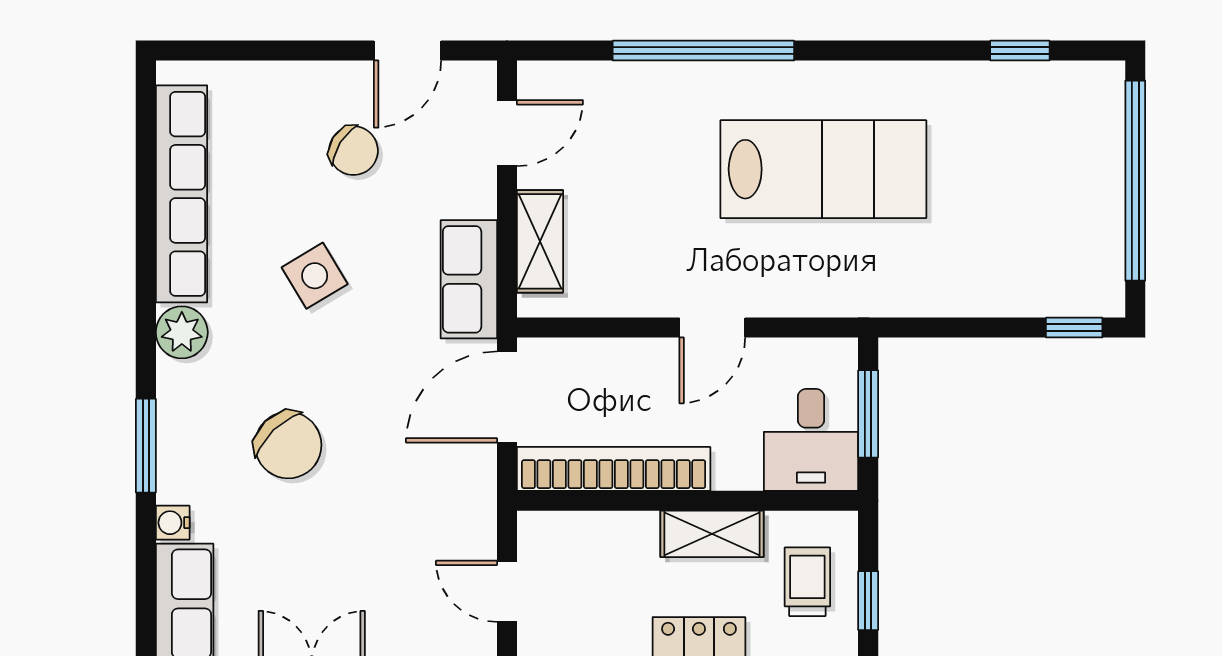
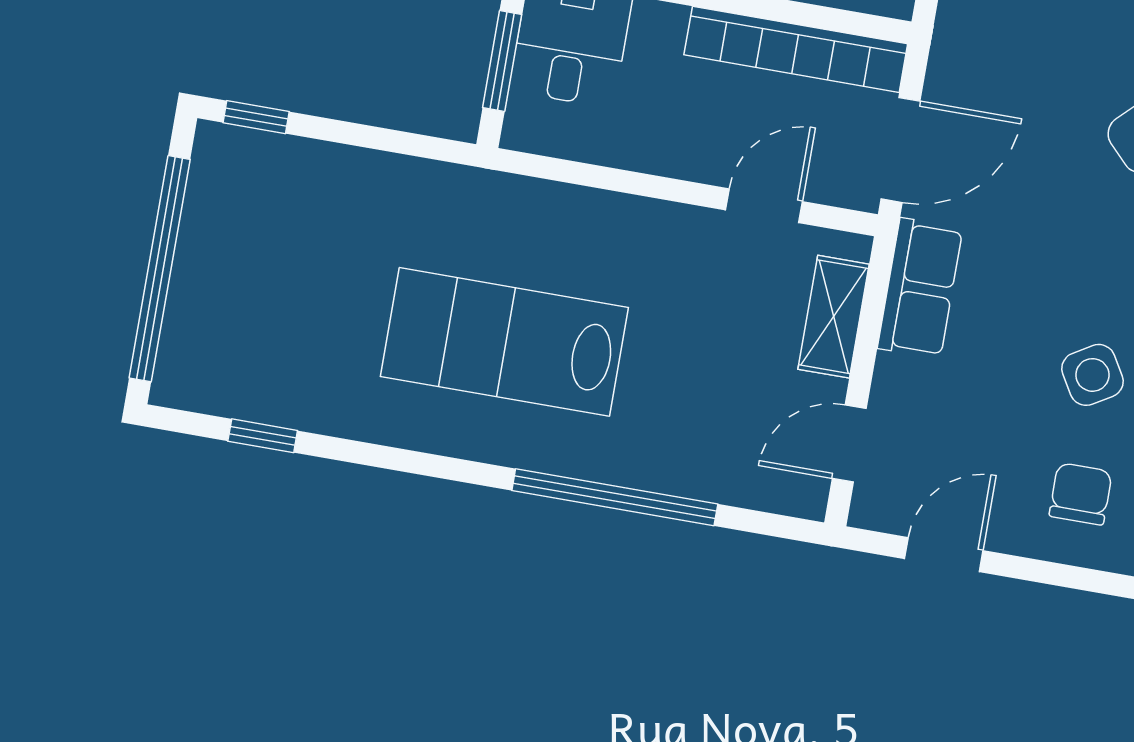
chair: (353, 151) -> (1081, 494), moved, turned 58
side table: (315, 276) -> (1092, 375), moved
door: (712, 328) -> (764, 206), moved

